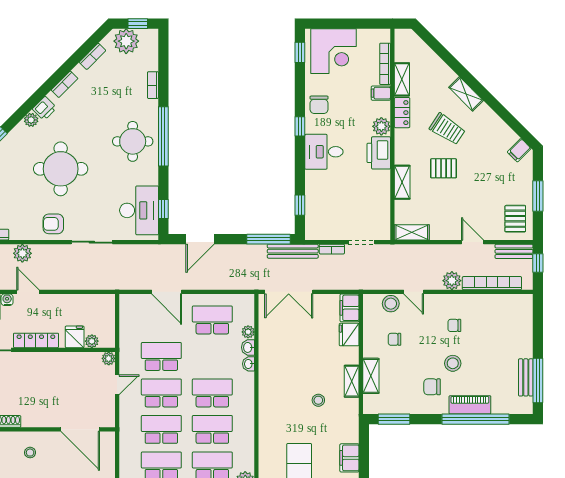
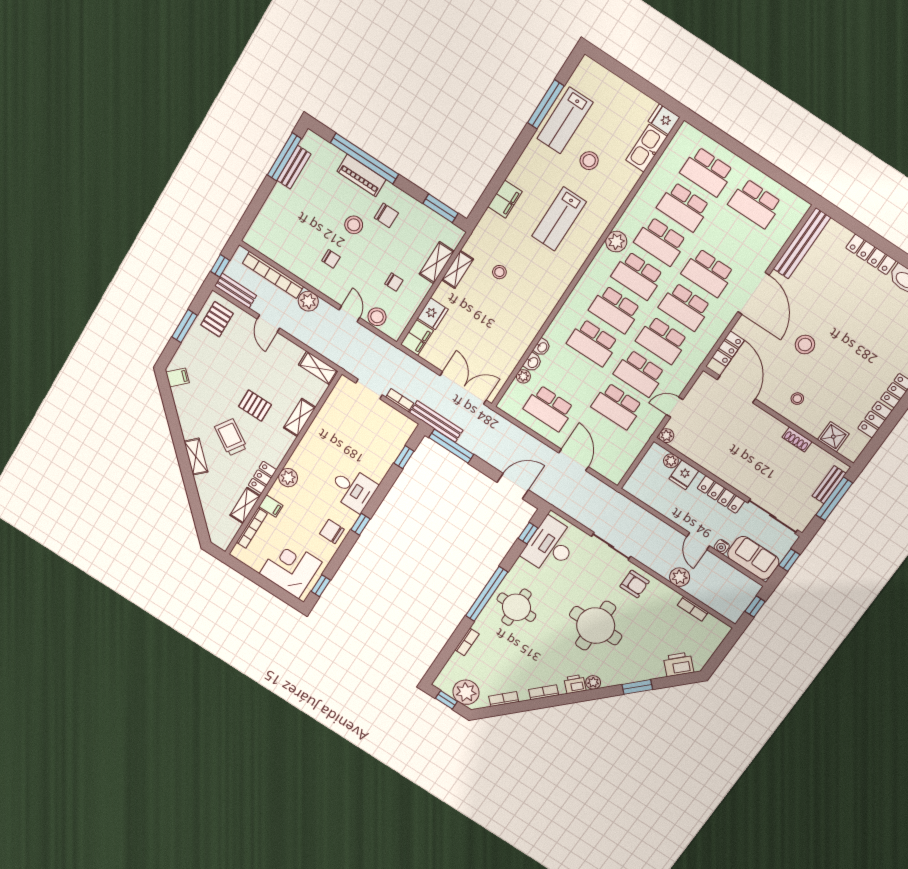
chair: (319, 105) -> (332, 532), turned -90
printer: (379, 153) -> (305, 456), removed
locker: (107, 456) -> (728, 349), added

